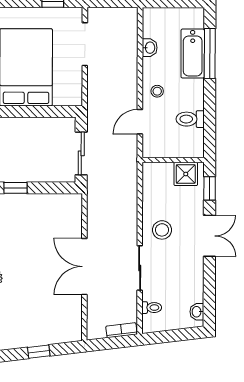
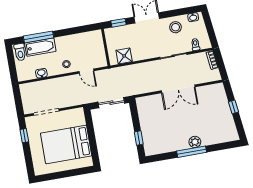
toilet: (190, 119) -> (20, 52), moved
shower: (186, 174) -> (124, 56), moved
stool: (162, 230) -> (176, 27), moved

